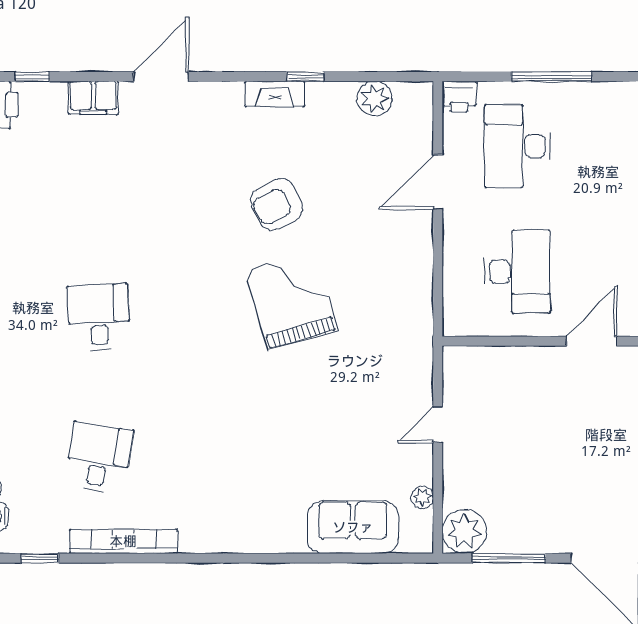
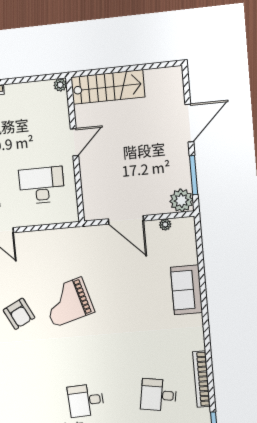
door: (592, 341) -> (74, 142), swing flipped
door: (438, 425) -> (126, 220), width x1.87
sofa: (353, 527) -> (187, 290), moved

